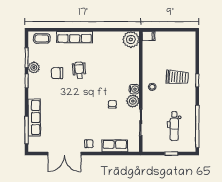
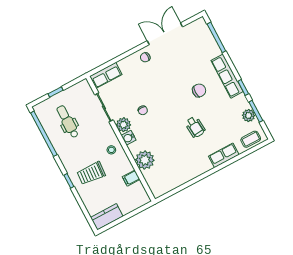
filing cabinet: (149, 36) -> (131, 178), moved
row of seats: (75, 37) -> (224, 155), width x0.68
kitchen counter: (183, 38) -> (107, 217), added
plant: (131, 39) -> (145, 160), moved
plant: (34, 68) -> (249, 115), moved
chair: (57, 73) -> (199, 90), moved
row of seats: (34, 118) -> (227, 76), moved
row of seats: (115, 146) -> (106, 75), moved

